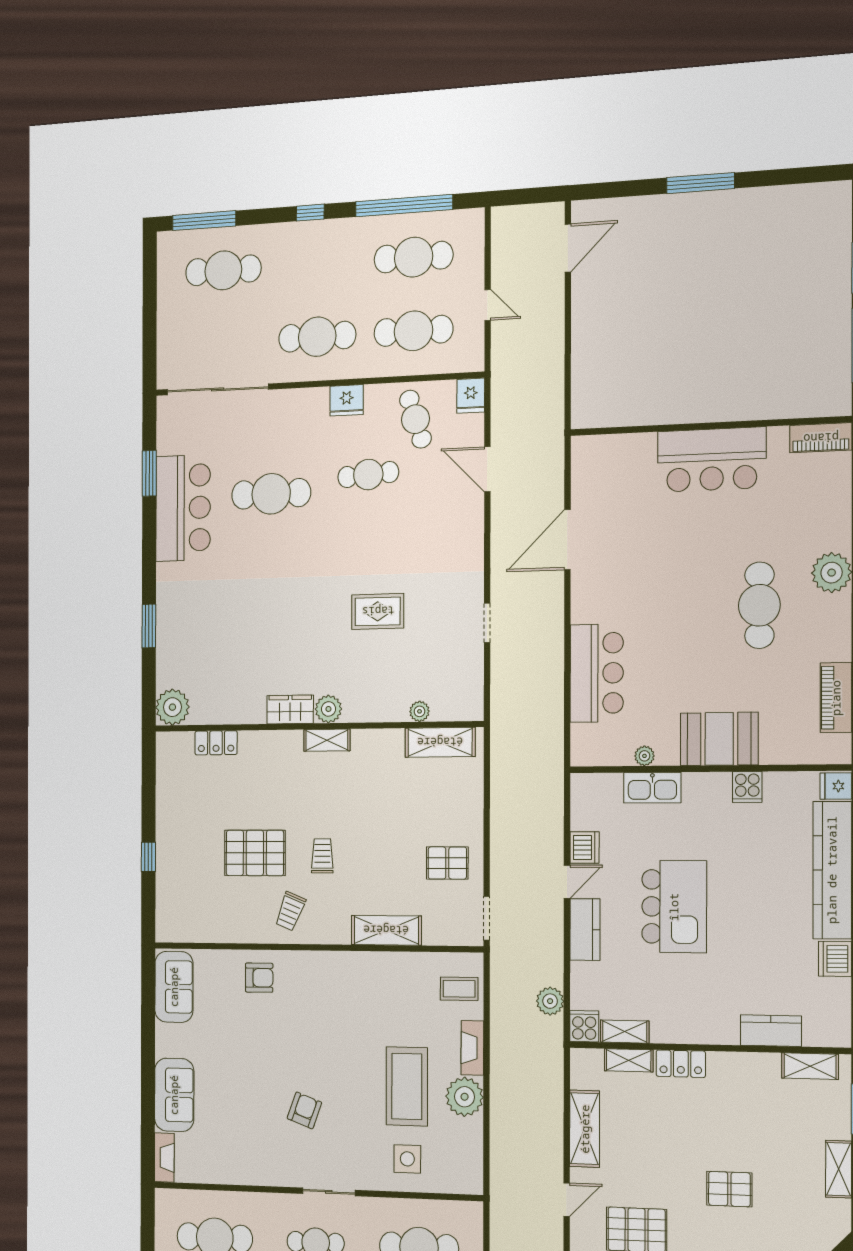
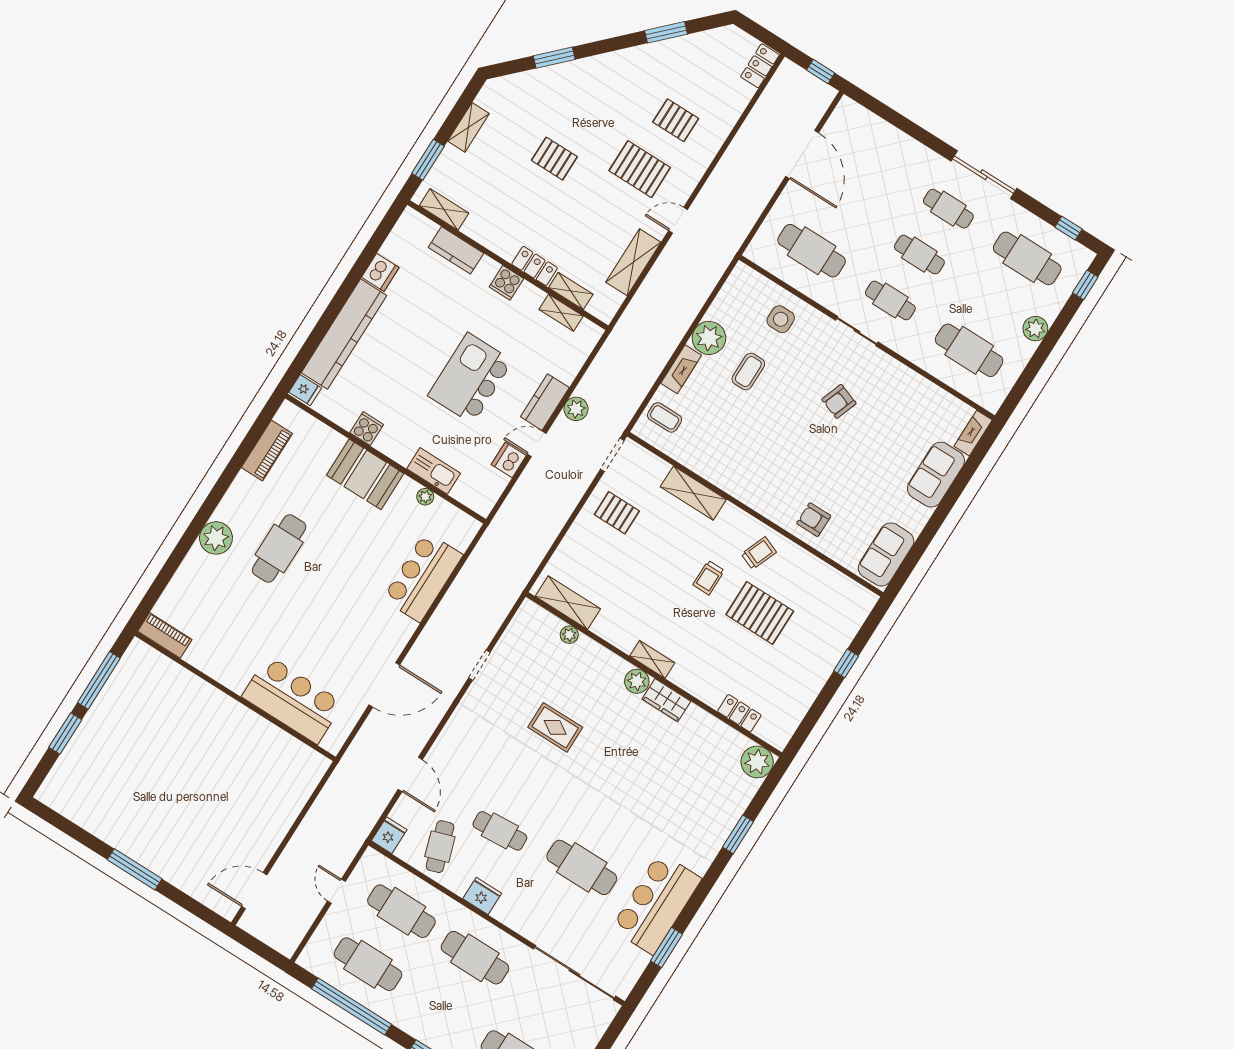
bar counter: (712, 460) -> (293, 700), moved
plant: (550, 1001) -> (576, 409), moved
cooker: (584, 1026) -> (506, 283), moved
coffee table: (407, 1086) -> (748, 372), width x0.54, depth x0.58

